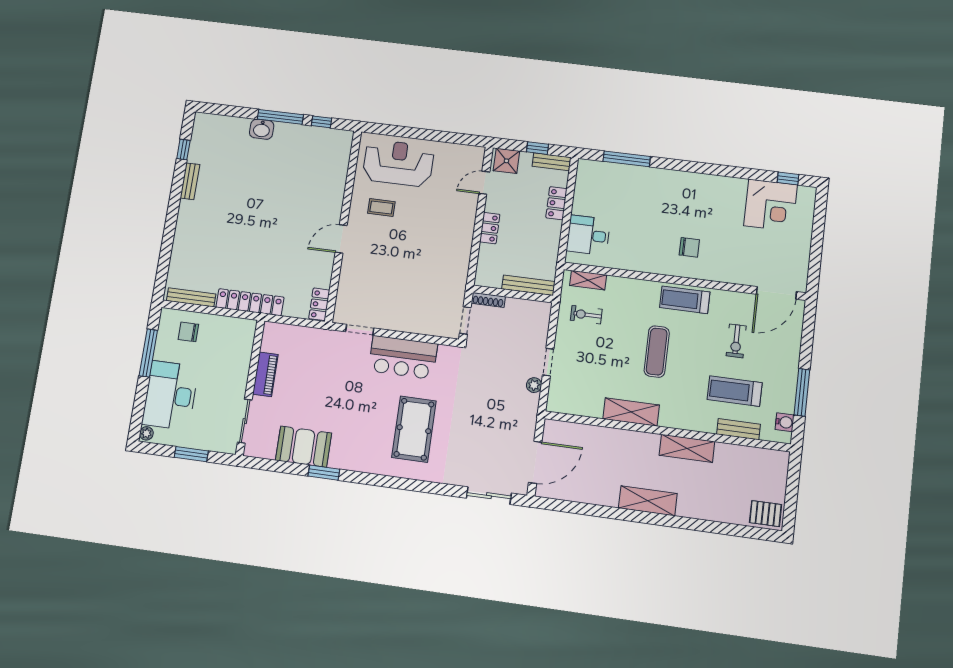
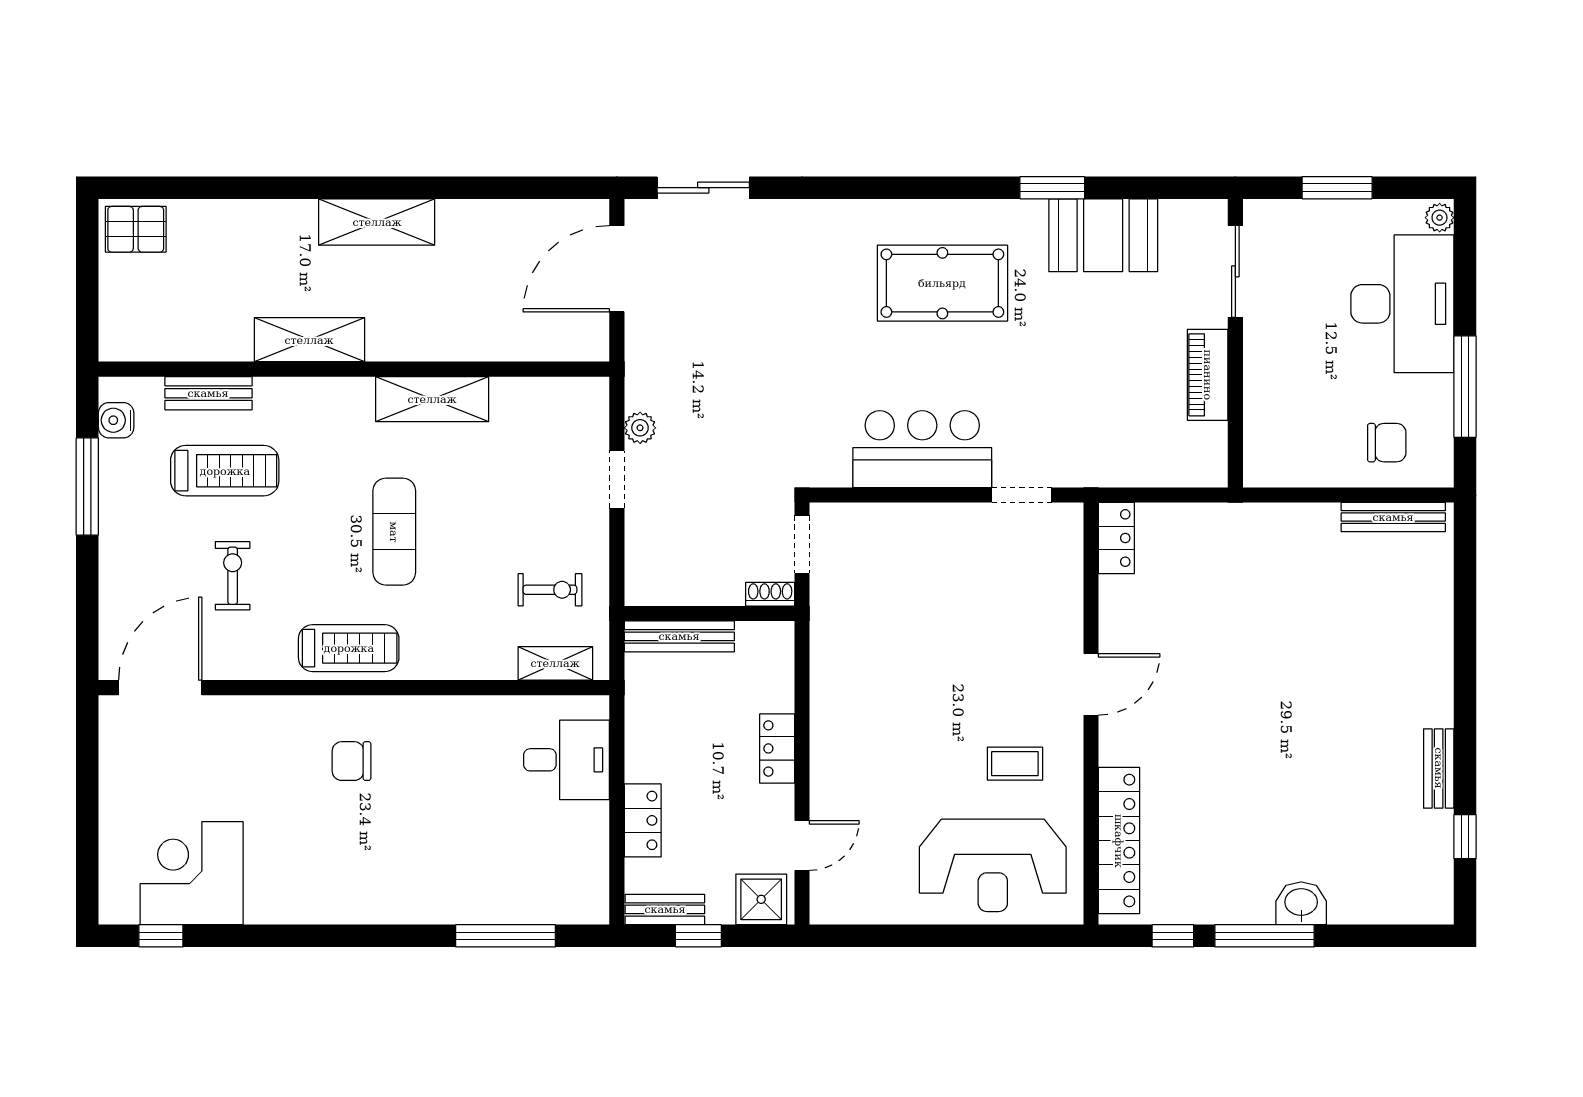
shoe rack: (488, 300) -> (770, 594), width x0.70
locker: (250, 302) -> (1119, 841), moved, turned -90
pool table: (414, 429) -> (942, 283), moved, turned 90

